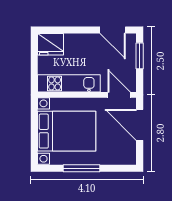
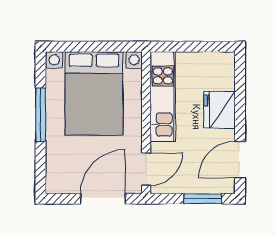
fridge: (50, 44) -> (219, 110), moved

